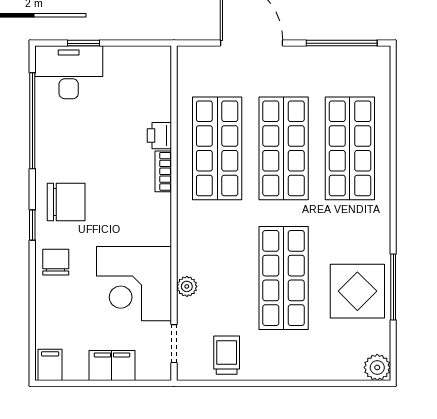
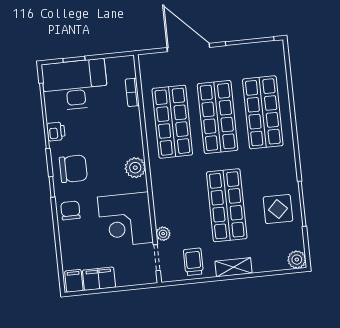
desk: (69, 72) -> (75, 85), width x1.36, depth x1.30
printer: (159, 136) -> (56, 131), moved, turned 180
bookcase: (163, 171) -> (132, 92), moved
plant: (156, 210) -> (135, 168), added
plant: (187, 286) -> (163, 234), moved
display table: (357, 291) -> (278, 209), width x0.73, depth x0.73
filing cabinet: (112, 366) -> (99, 279), moved
shelving: (284, 369) -> (234, 267), added

